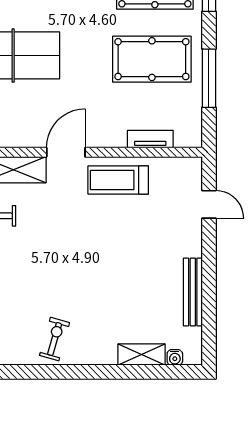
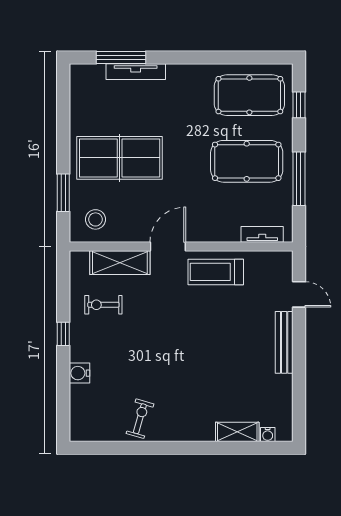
tv unit: (150, 139) -> (262, 234), moved
bench: (193, 292) -> (284, 342), moved
exercise bike: (55, 339) -> (140, 419), moved

